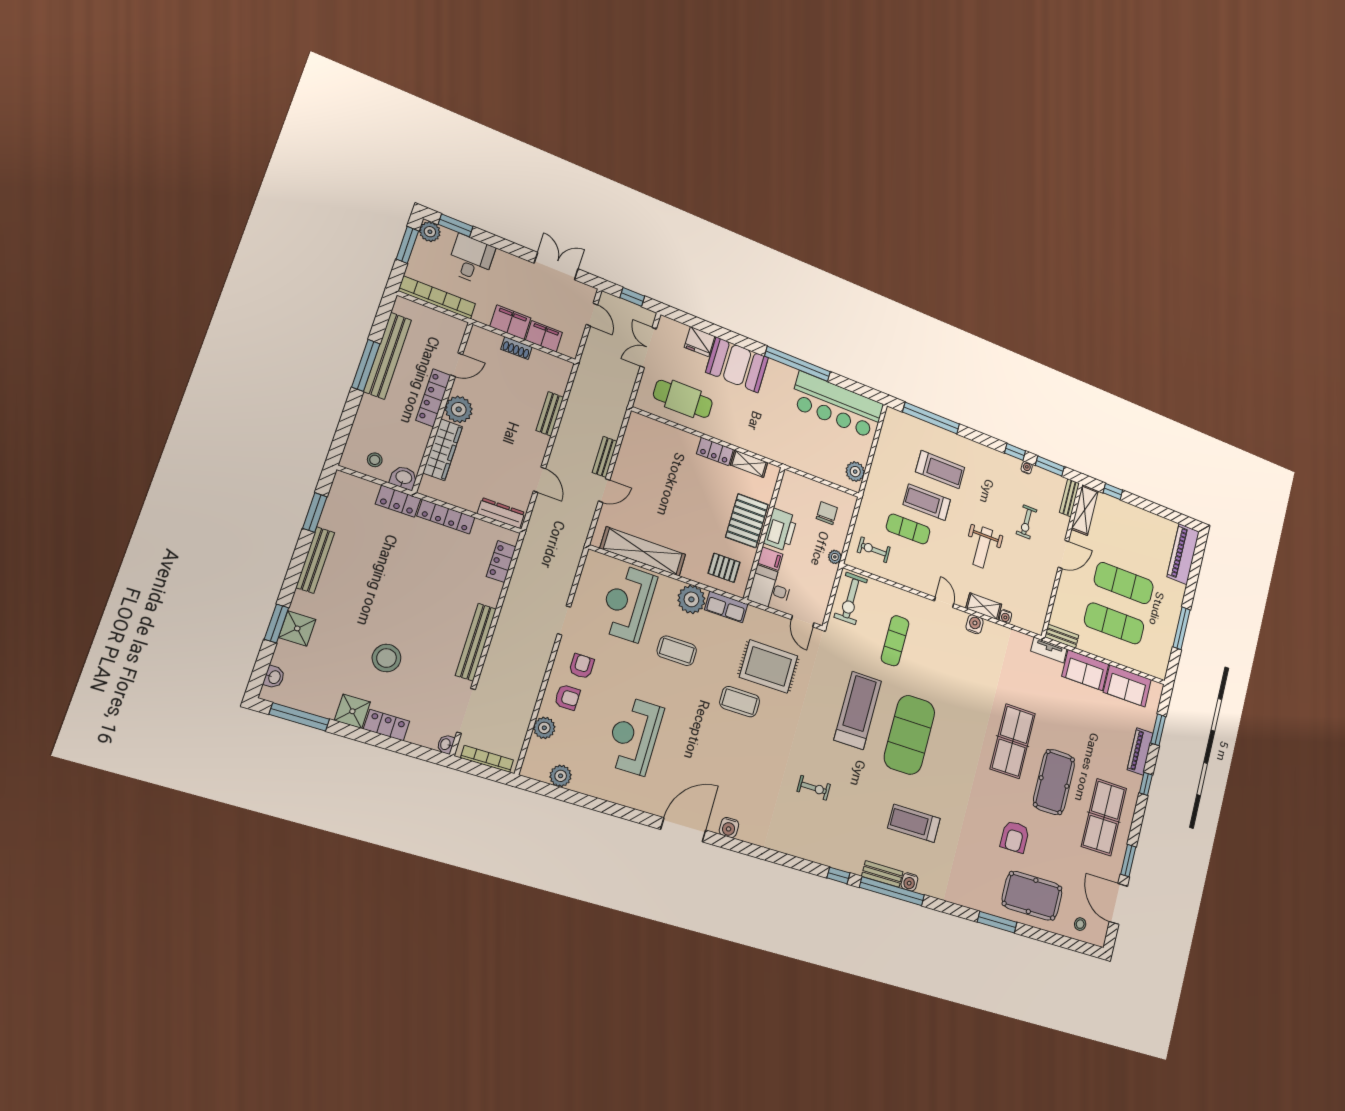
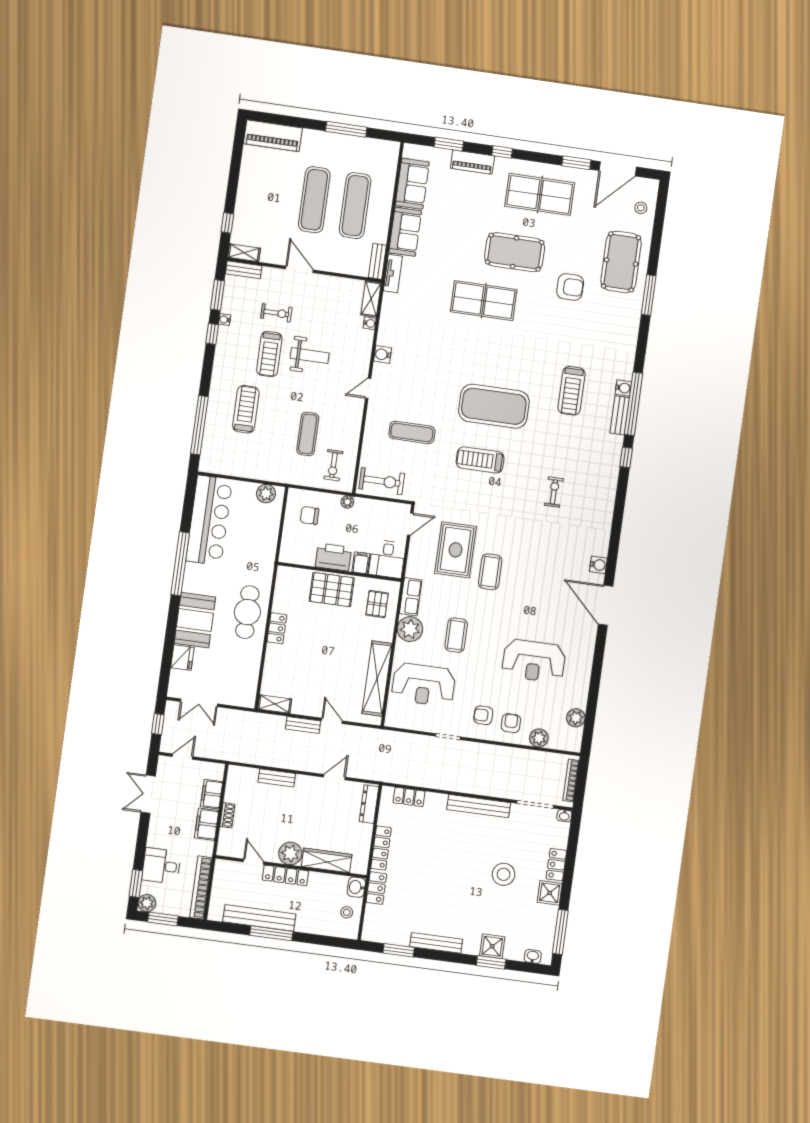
cafe table: (683, 399) -> (247, 612), moved
shelving: (749, 464) -> (275, 704), moved, turned 90
treadmill: (927, 502) -> (269, 354), moved
shelving: (1085, 510) -> (244, 253), width x0.67, depth x0.75
shelving: (984, 606) -> (371, 299), moved
treadmill: (858, 710) -> (480, 460), width x0.73, depth x0.73

